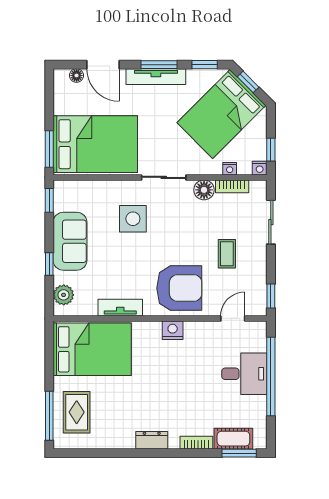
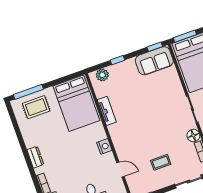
side table: (133, 219) -> (162, 100), removed
sofa: (70, 241) -> (154, 61), moved
armchair: (179, 288) -> (131, 142), removed
door: (233, 318) -> (120, 169), moved

